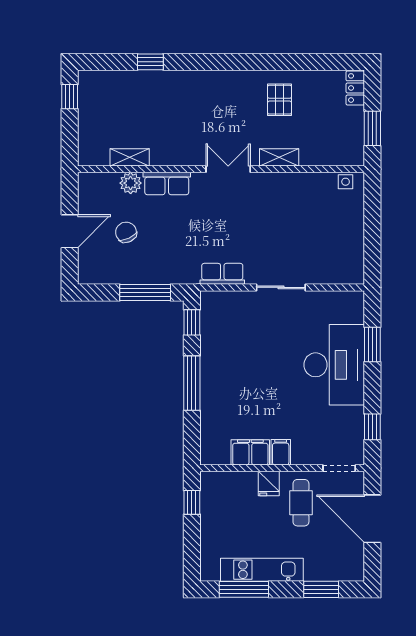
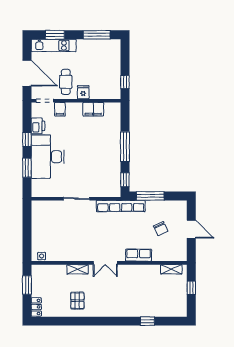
window: (70, 97) -> (191, 288), moved
shelving: (130, 157) -> (171, 269), moved
plant: (131, 183) -> (158, 255), removed
door: (70, 231) -> (191, 229), swing flipped
row of seats: (222, 274) -> (121, 206), width x2.02
printer: (352, 422) -> (38, 126), added
window: (372, 427) -> (27, 140), moved
filing cabinet: (281, 452) -> (60, 109), moved
kitchen unit: (262, 570) -> (54, 45), moved

